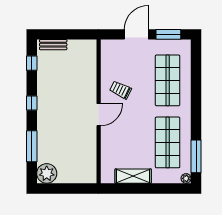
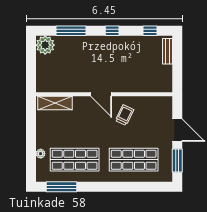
shelving: (133, 176) -> (55, 103), moved, turned 90
plant: (186, 178) -> (41, 154), moved

